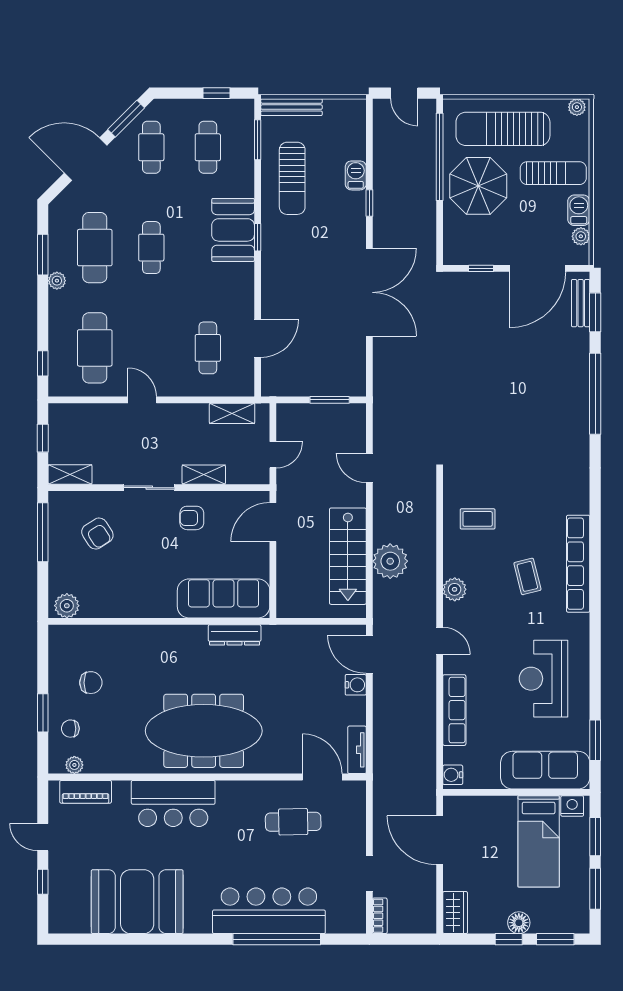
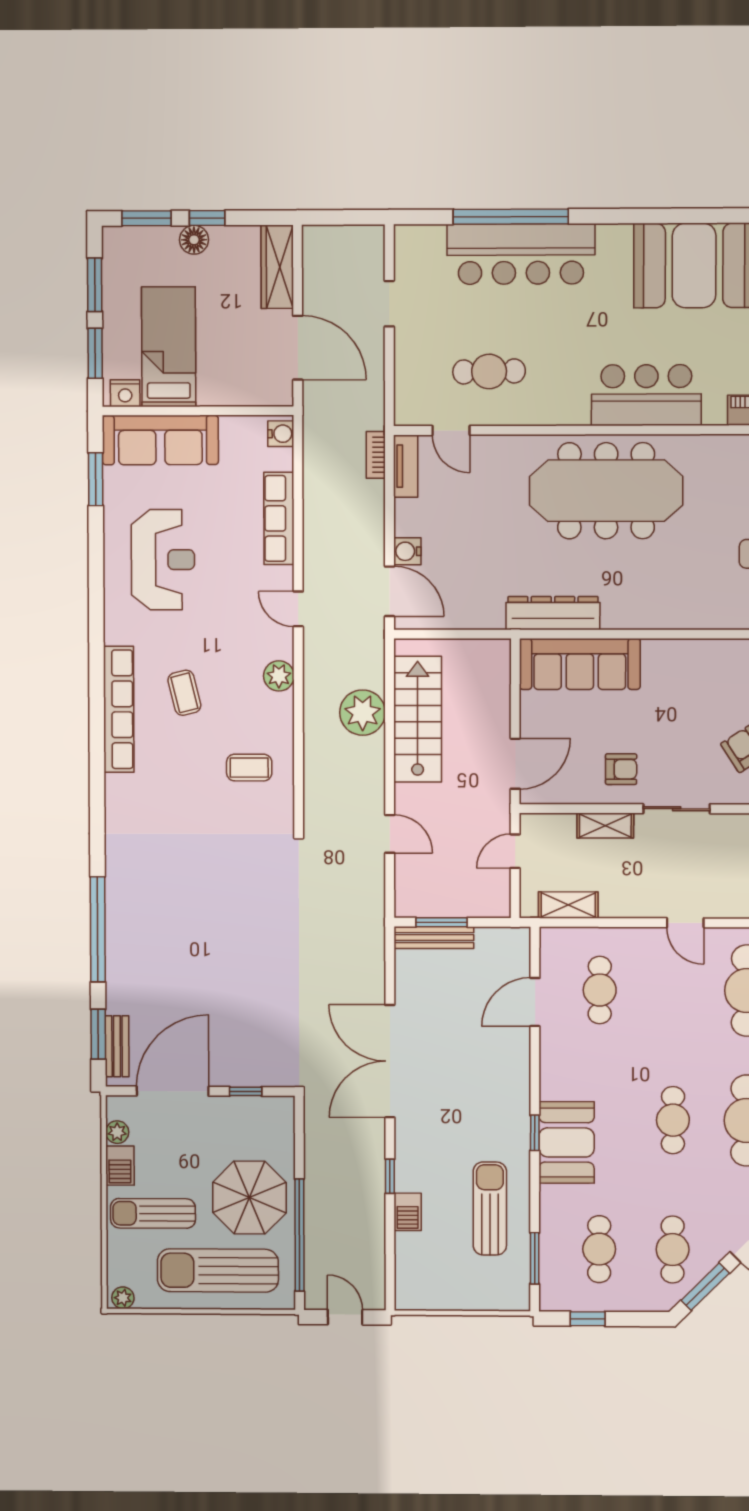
bench: (291, 107) -> (434, 938), moved
sun lounger: (503, 129) -> (218, 1270), turned 180
dresser: (235, 635) -> (553, 613), width x1.37, depth x1.24
door: (322, 777) -> (451, 430), width x0.73
wardrobe: (455, 913) -> (277, 267), width x1.50
bookcase: (380, 916) -> (376, 455), moved

